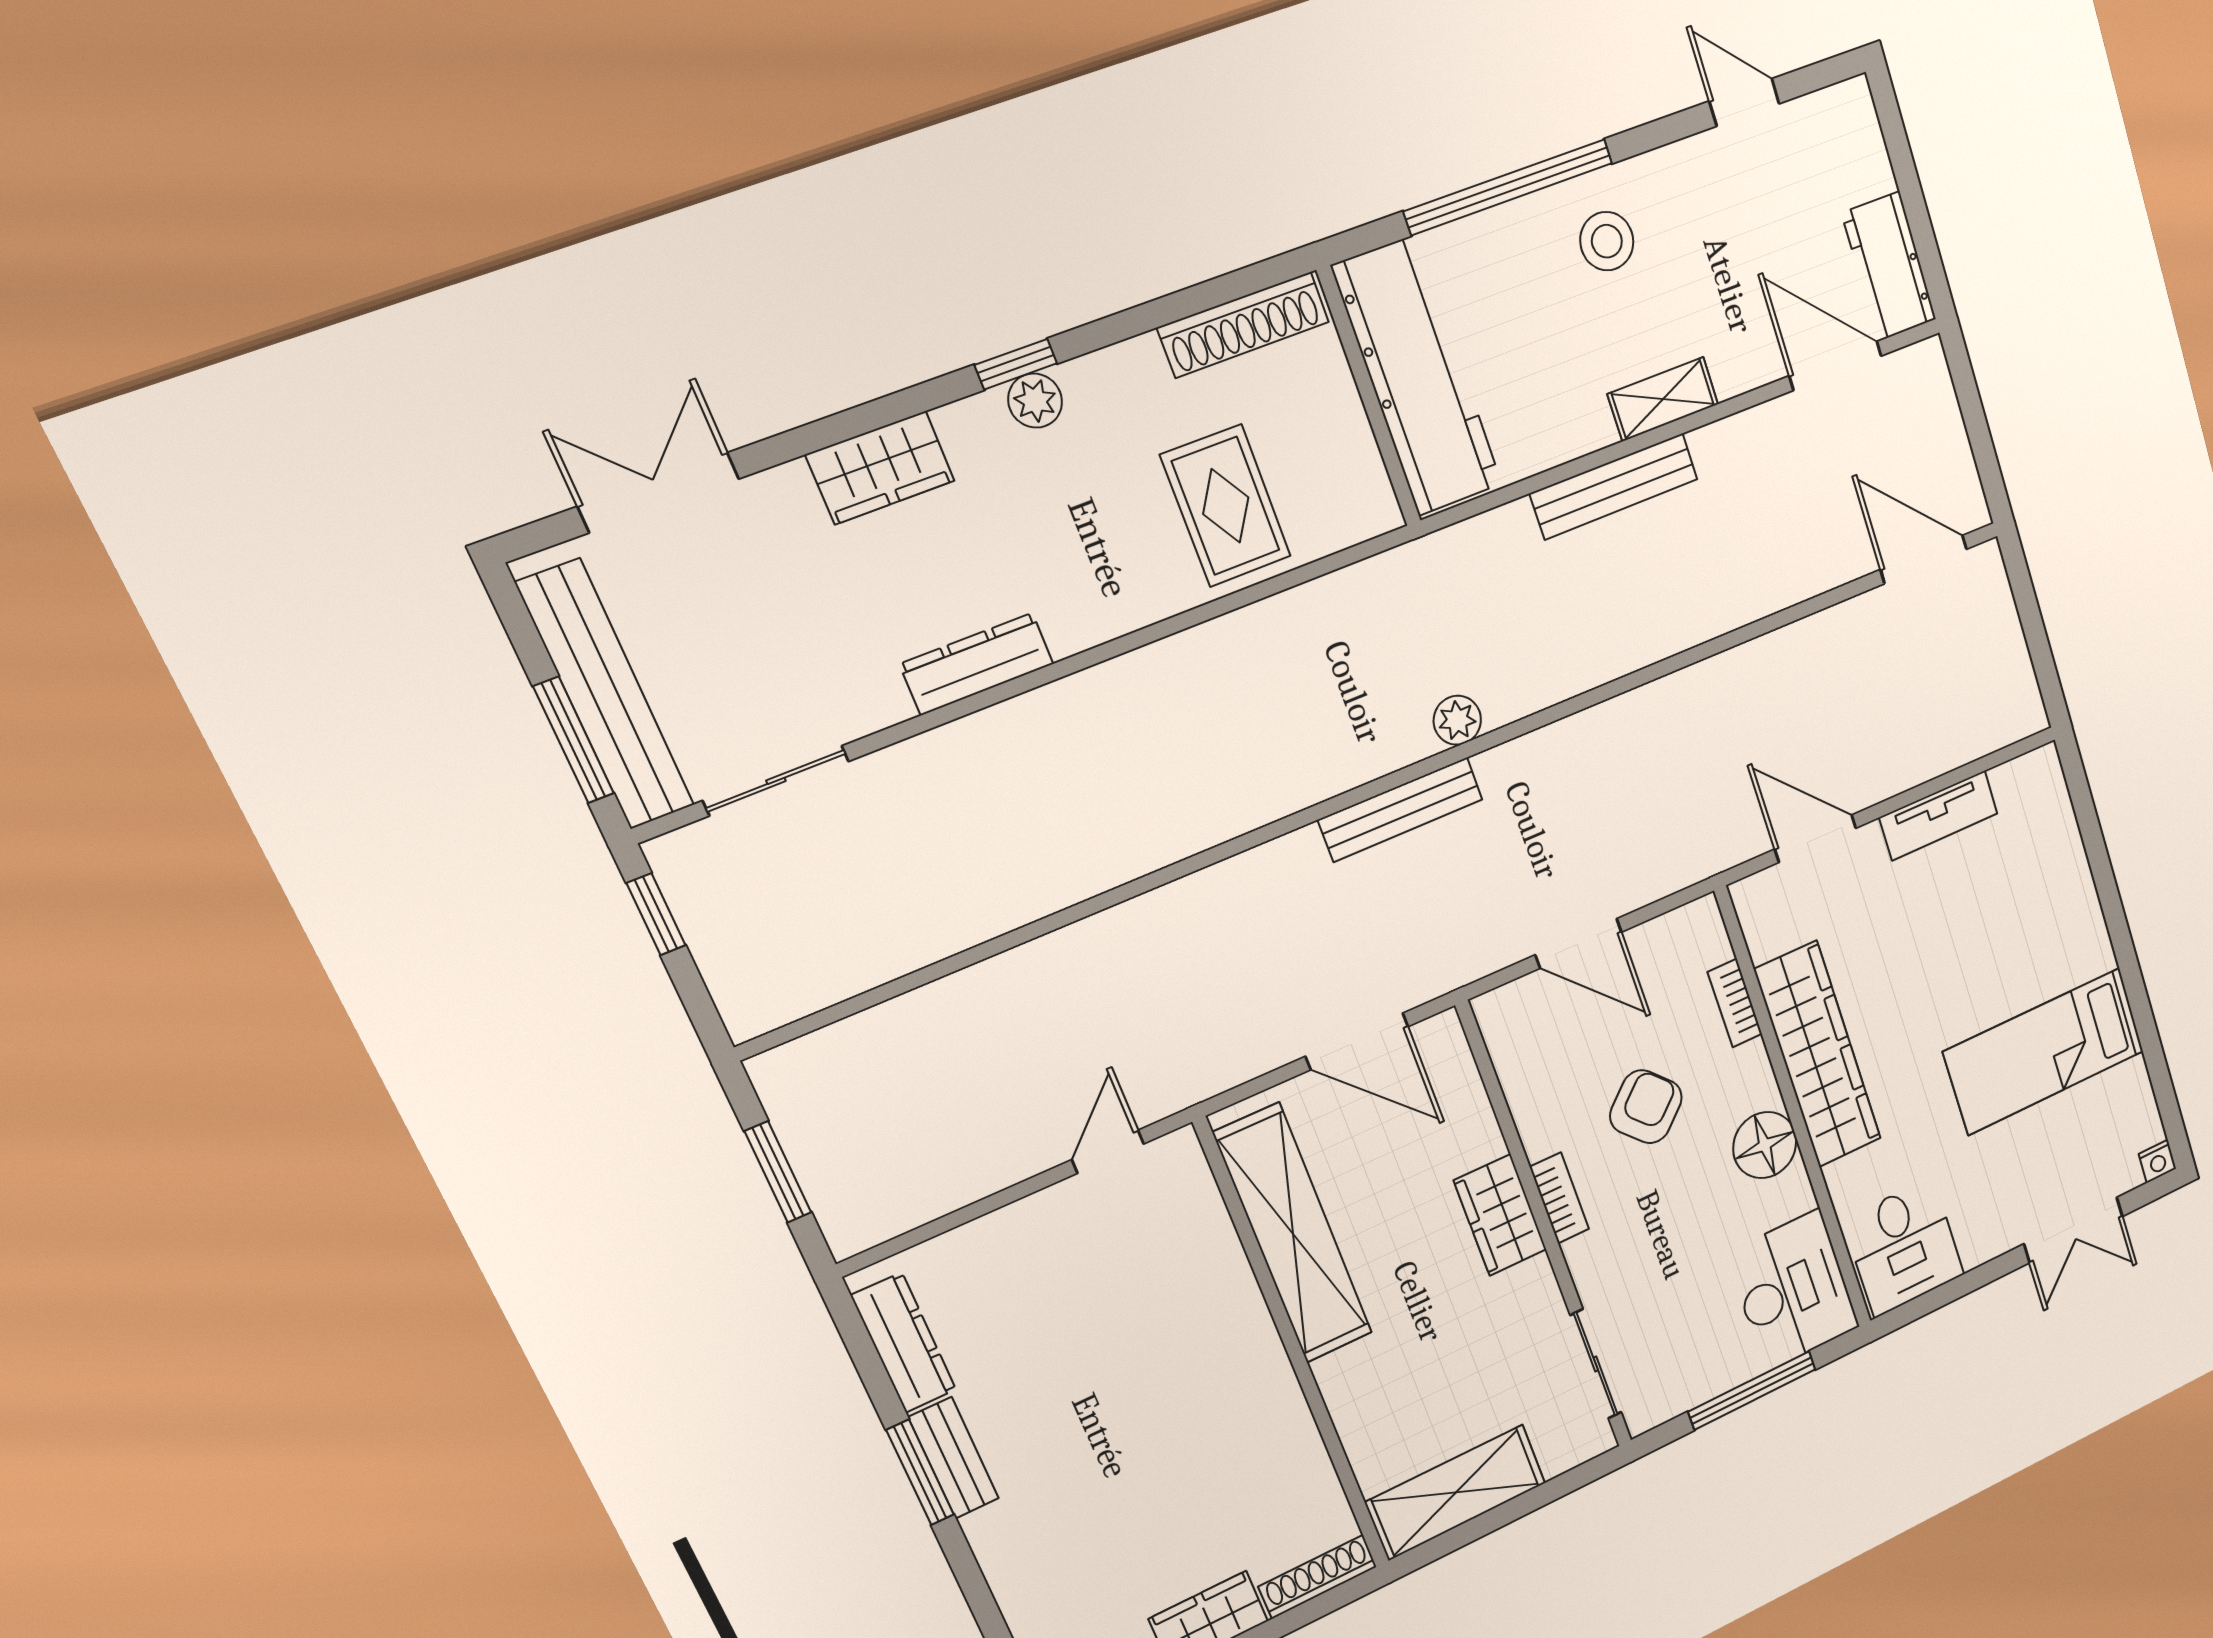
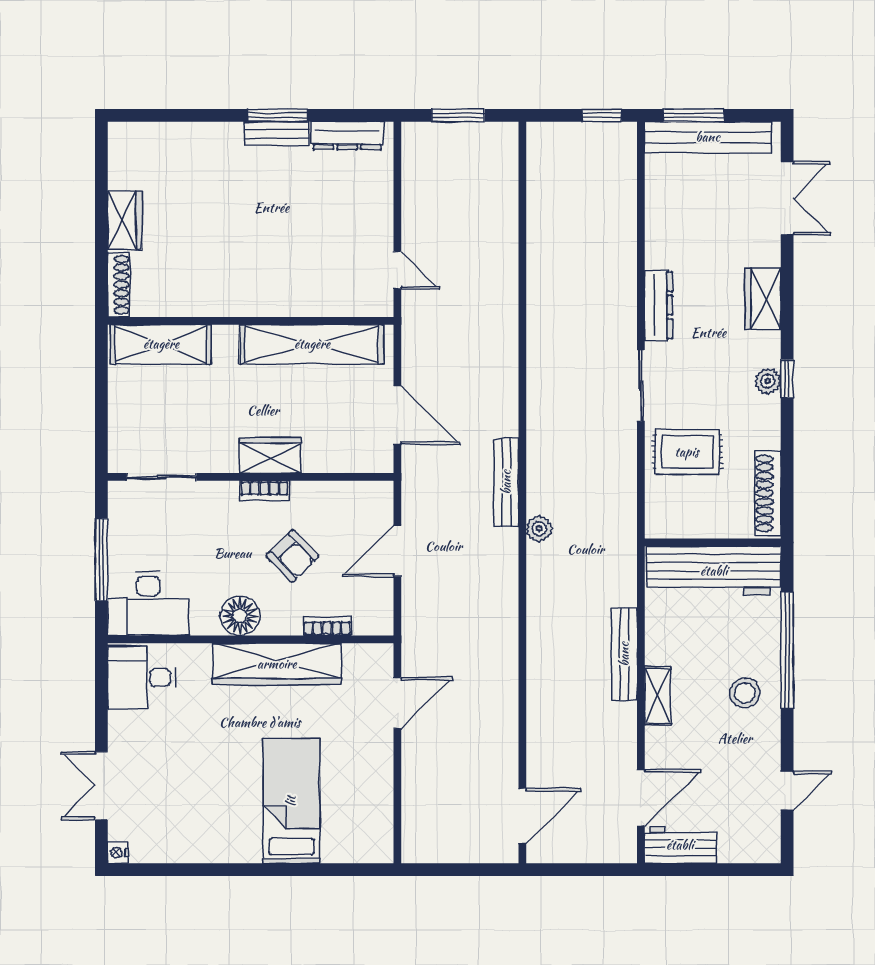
sliding door: (776, 781) -> (641, 386), moved
tv unit: (1939, 816) -> (380, 779), removed
door: (1357, 1041) -> (397, 415), swing flipped
bed: (2044, 1051) -> (291, 801), moved
shelving: (1456, 1492) -> (161, 344), moved, turned 90

